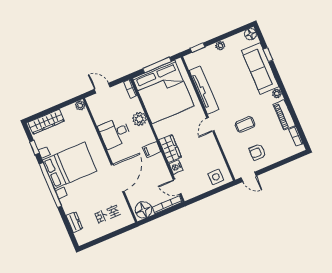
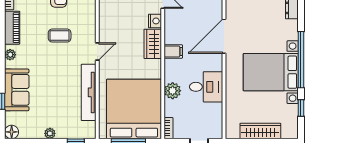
sofa: (260, 68) -> (17, 90), width x0.73
plant: (80, 105) -> (231, 133), removed
wardrobe: (46, 122) -> (260, 131), moved

